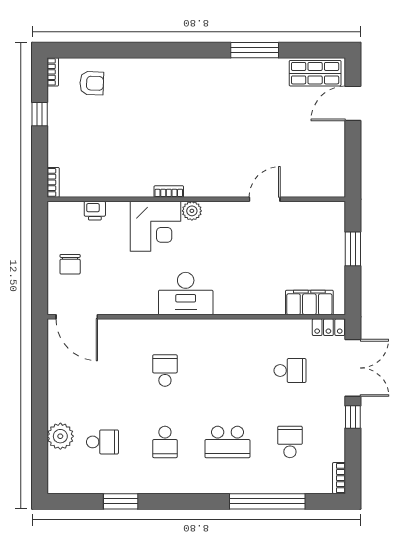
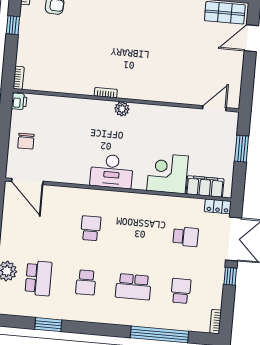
door: (265, 199) -> (214, 108), moved
printer: (95, 211) -> (19, 101), moved, turned -90
corner desk: (156, 226) -> (168, 173), moved, turned 180
school desk: (102, 442) -> (38, 278), width x1.85

